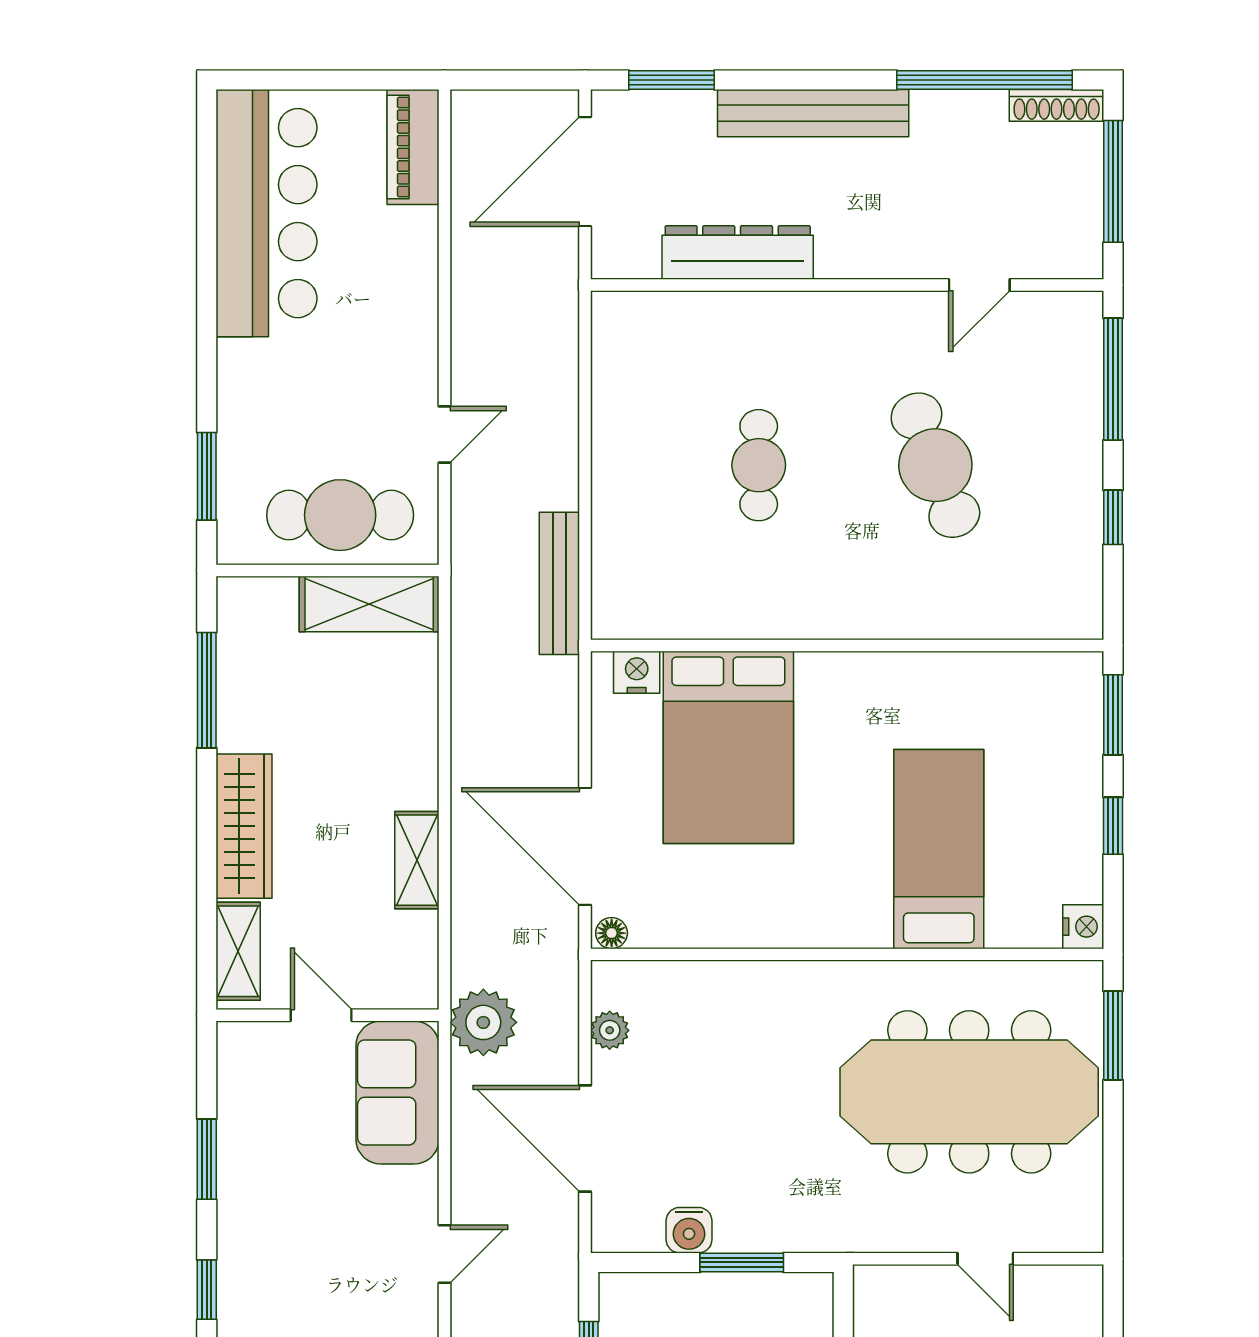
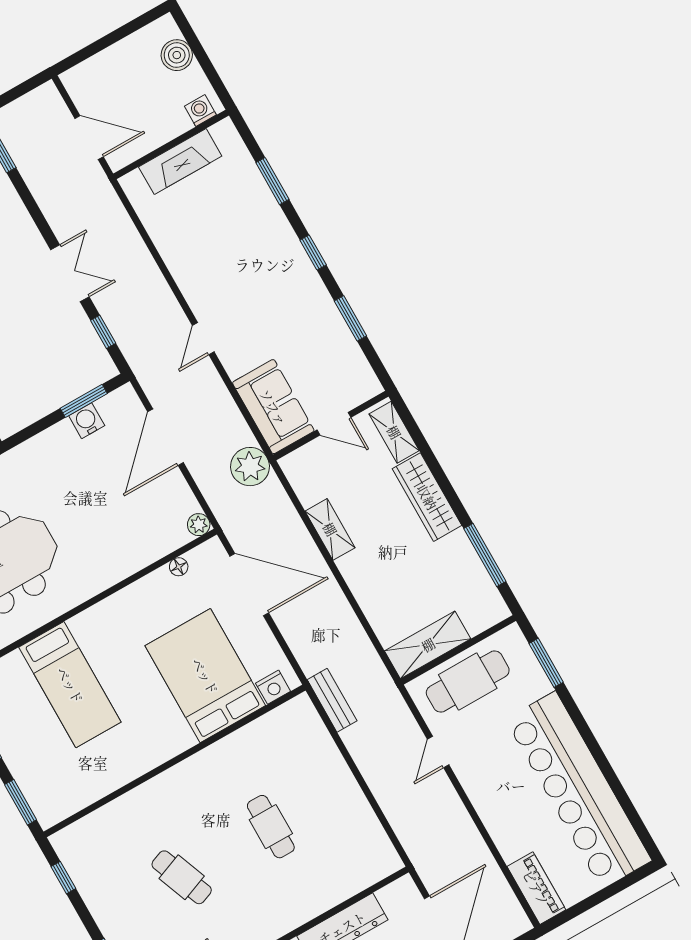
bar counter: (266, 213) -> (578, 790), width x1.36
cafe table: (935, 465) -> (182, 877), width x0.73, depth x0.74
window: (1113, 517) -> (63, 878), moved
bench: (559, 583) -> (332, 700), width x0.73
floor lamp: (612, 933) -> (179, 567), moved
plant: (610, 1030) -> (199, 525), moved
door: (585, 1138) -> (166, 437), swing flipped
window: (742, 1262) -> (84, 401), moved

